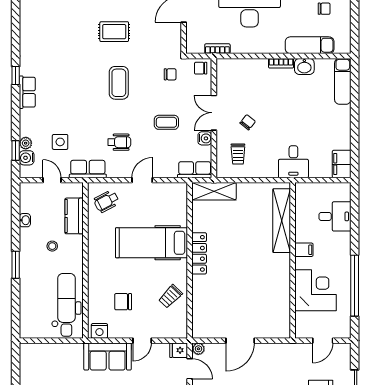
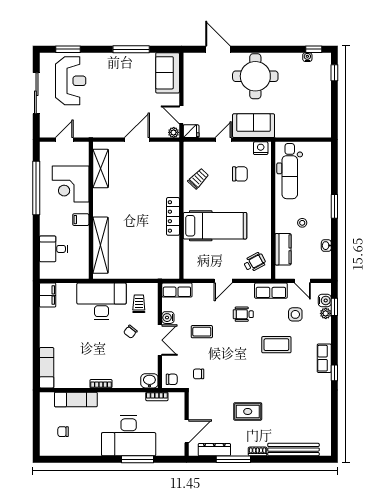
washbasin: (304, 66) -> (149, 381), moved
coffee table: (119, 83) -> (276, 345), moved, turned 90
desk: (293, 162) -> (102, 301), width x1.87, depth x1.30
shelving: (214, 191) -> (101, 168), moved, turned 90

